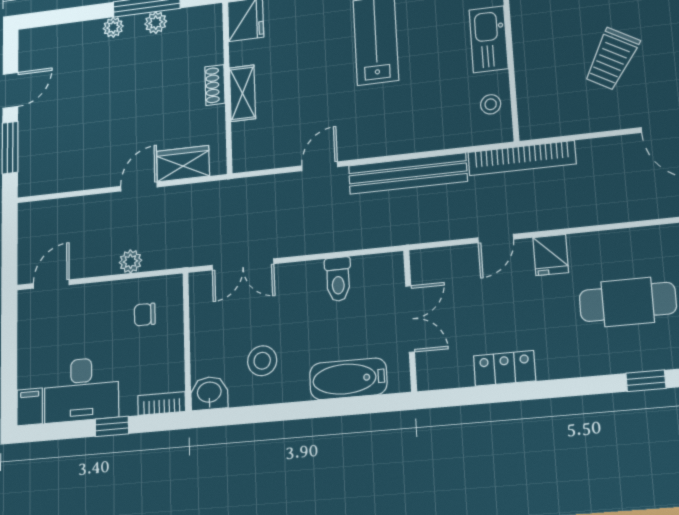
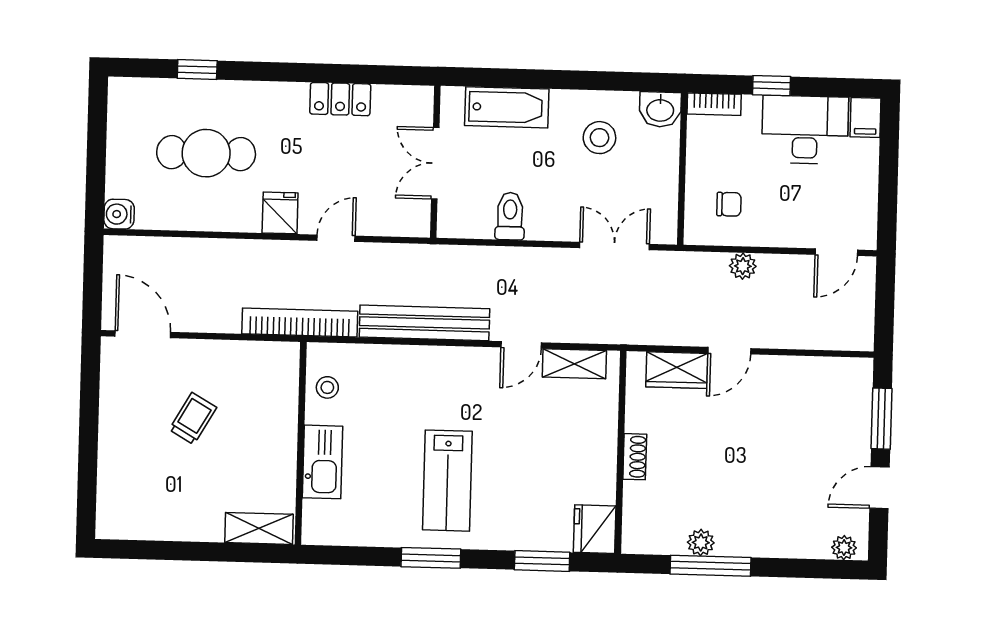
plant: (113, 27) -> (844, 548), moved
trolley: (612, 59) -> (193, 419), width x0.73, depth x0.72
shelving: (243, 93) -> (574, 364), moved, turned 90

